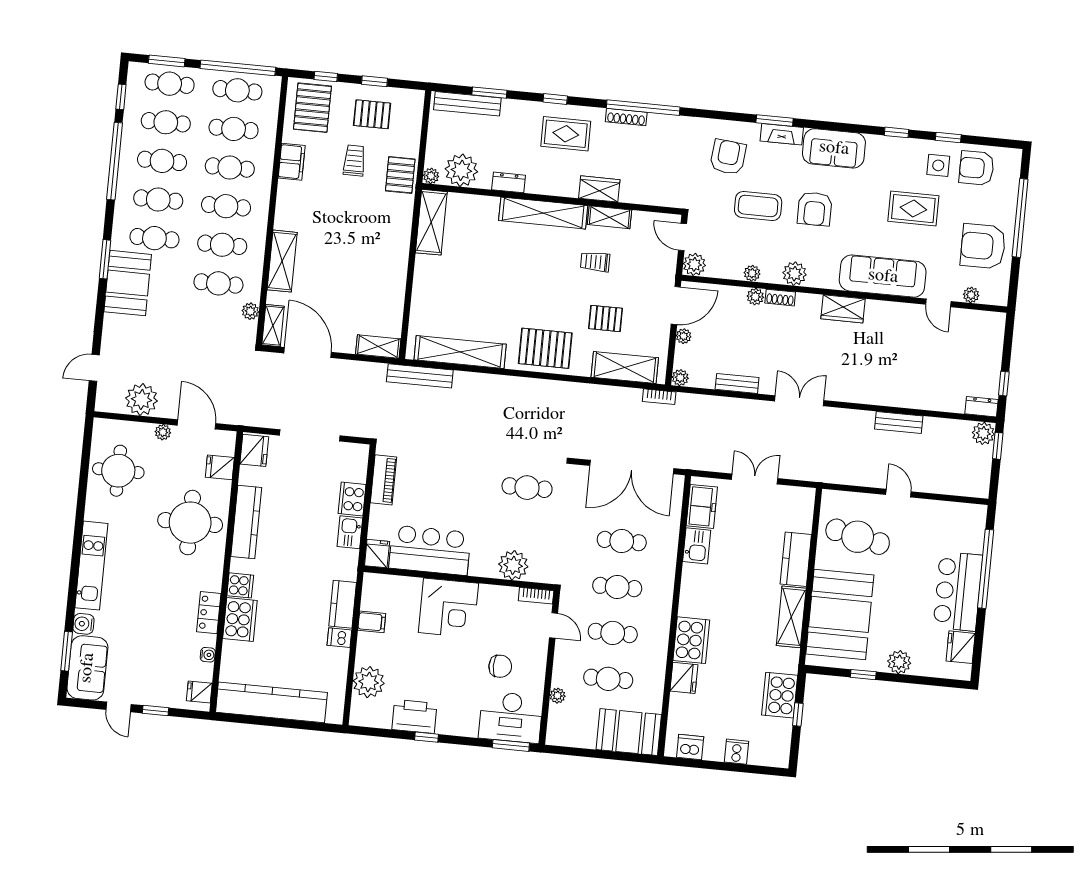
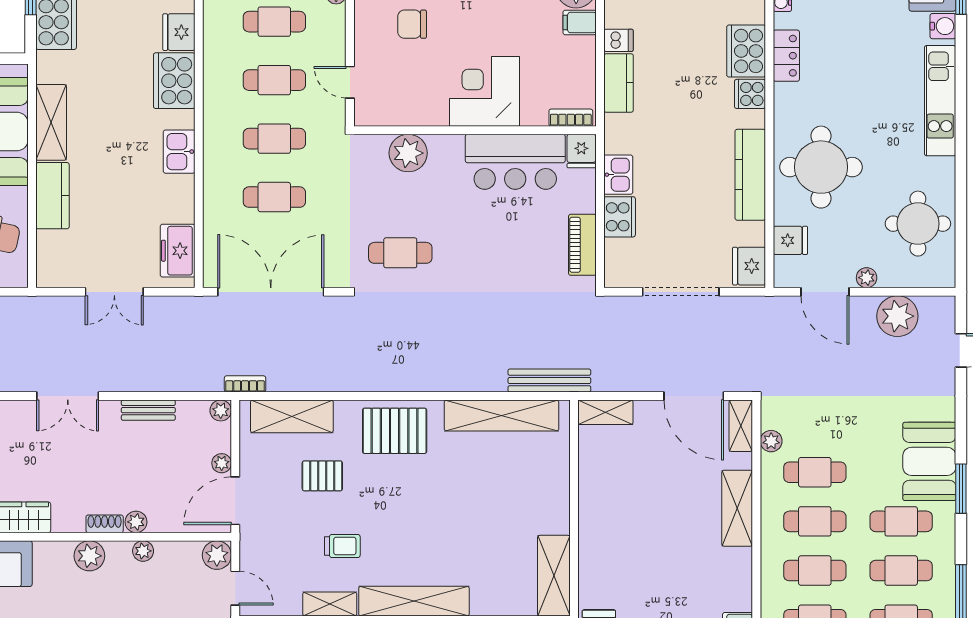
kitchen sink: (697, 546) -> (179, 152), moved
bookcase: (536, 596) -> (571, 118), moved
filing cabinet: (372, 622) -> (580, 23), moved

